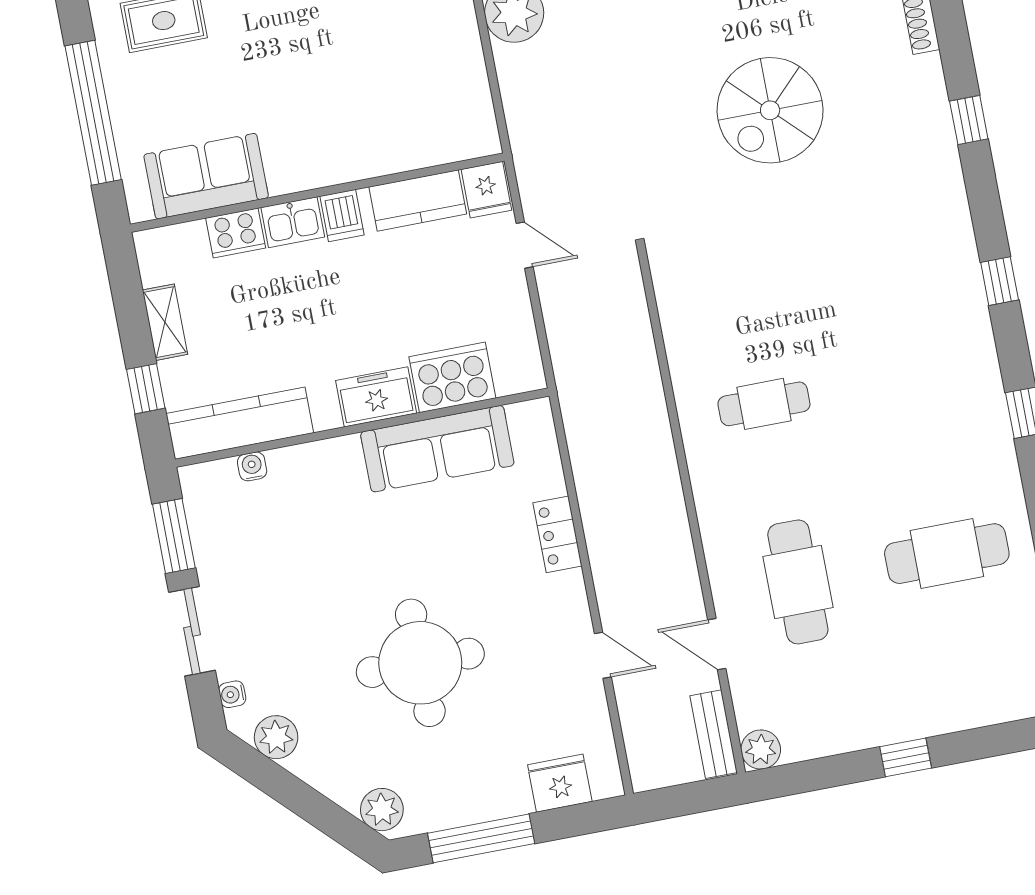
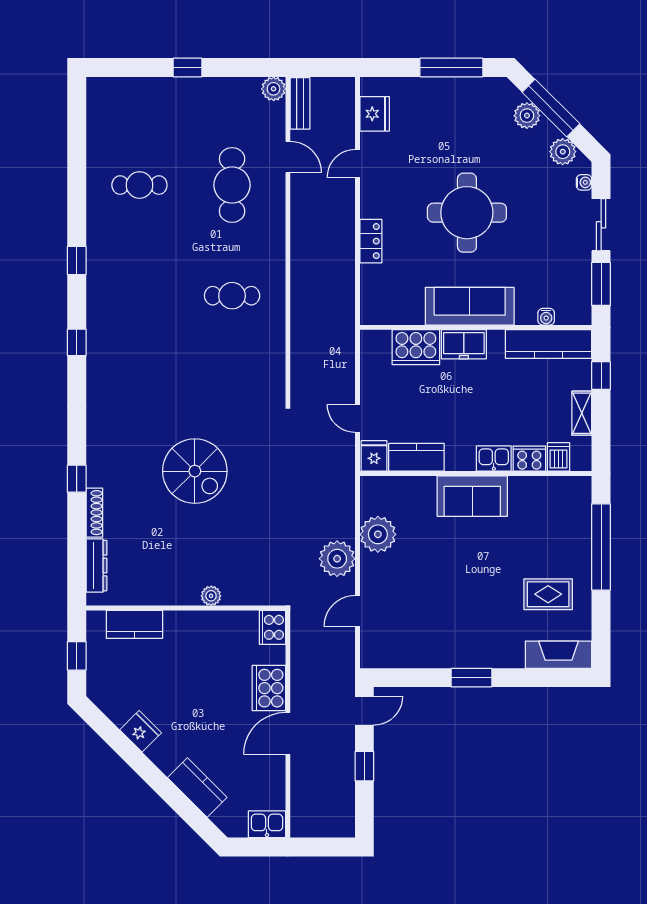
plant: (456, 65) -> (378, 534), added
spiral stairs: (770, 110) -> (195, 471), turned 90
window: (969, 120) -> (77, 479), moved
sofa: (206, 176) -> (472, 496), moved
dishwasher: (342, 216) -> (559, 457), moved
sofa: (437, 449) -> (470, 306), moved
cafe table: (947, 554) -> (139, 185), width x0.73, depth x0.74
door: (603, 655) -> (357, 163), hinge flipped
round table: (420, 663) -> (467, 213), moved
fridge: (560, 783) -> (375, 114), moved, turned -90
window: (308, 804) -> (551, 108), added
plant: (382, 810) -> (527, 116), moved

